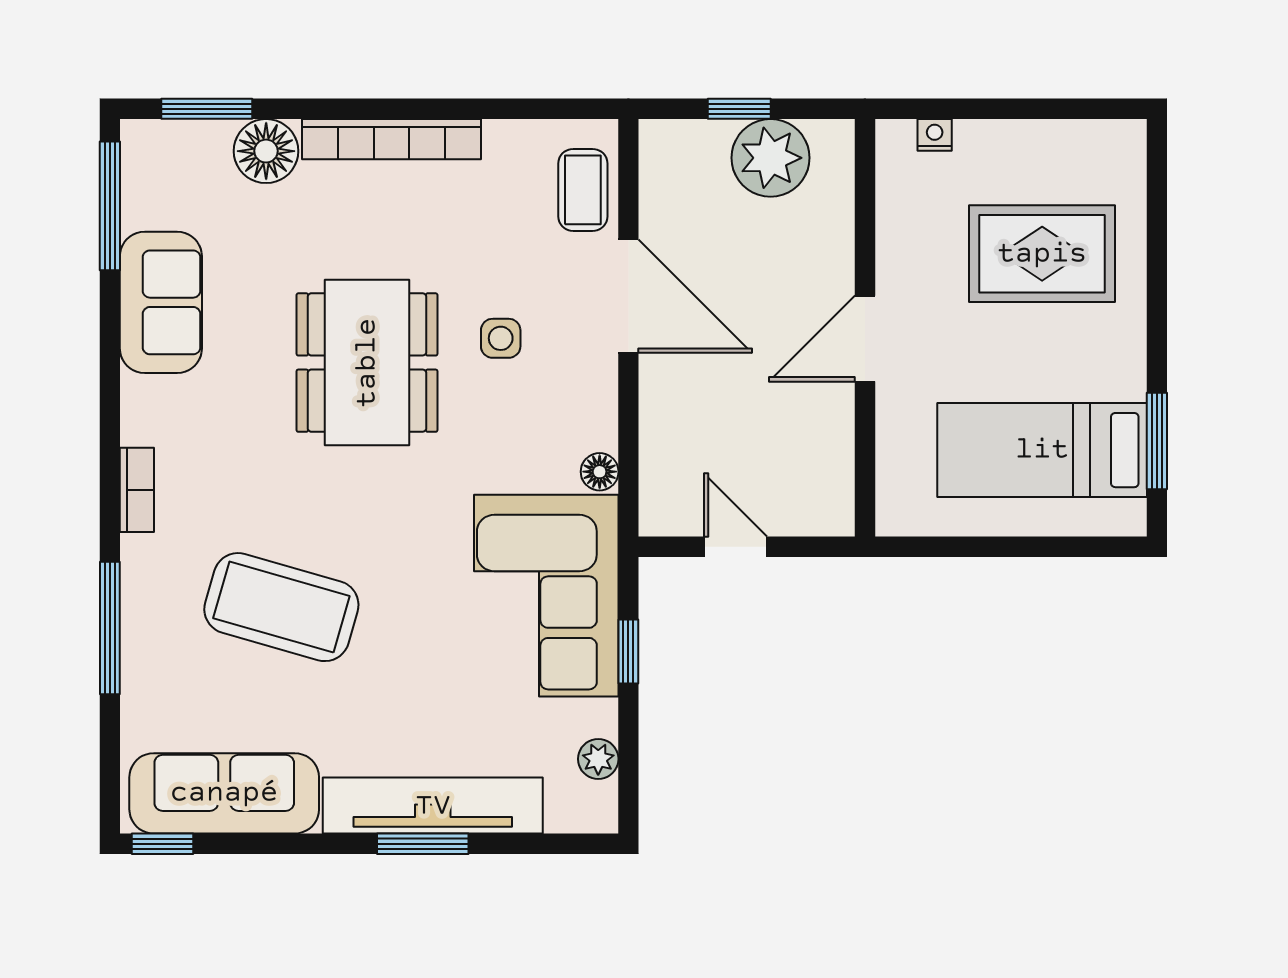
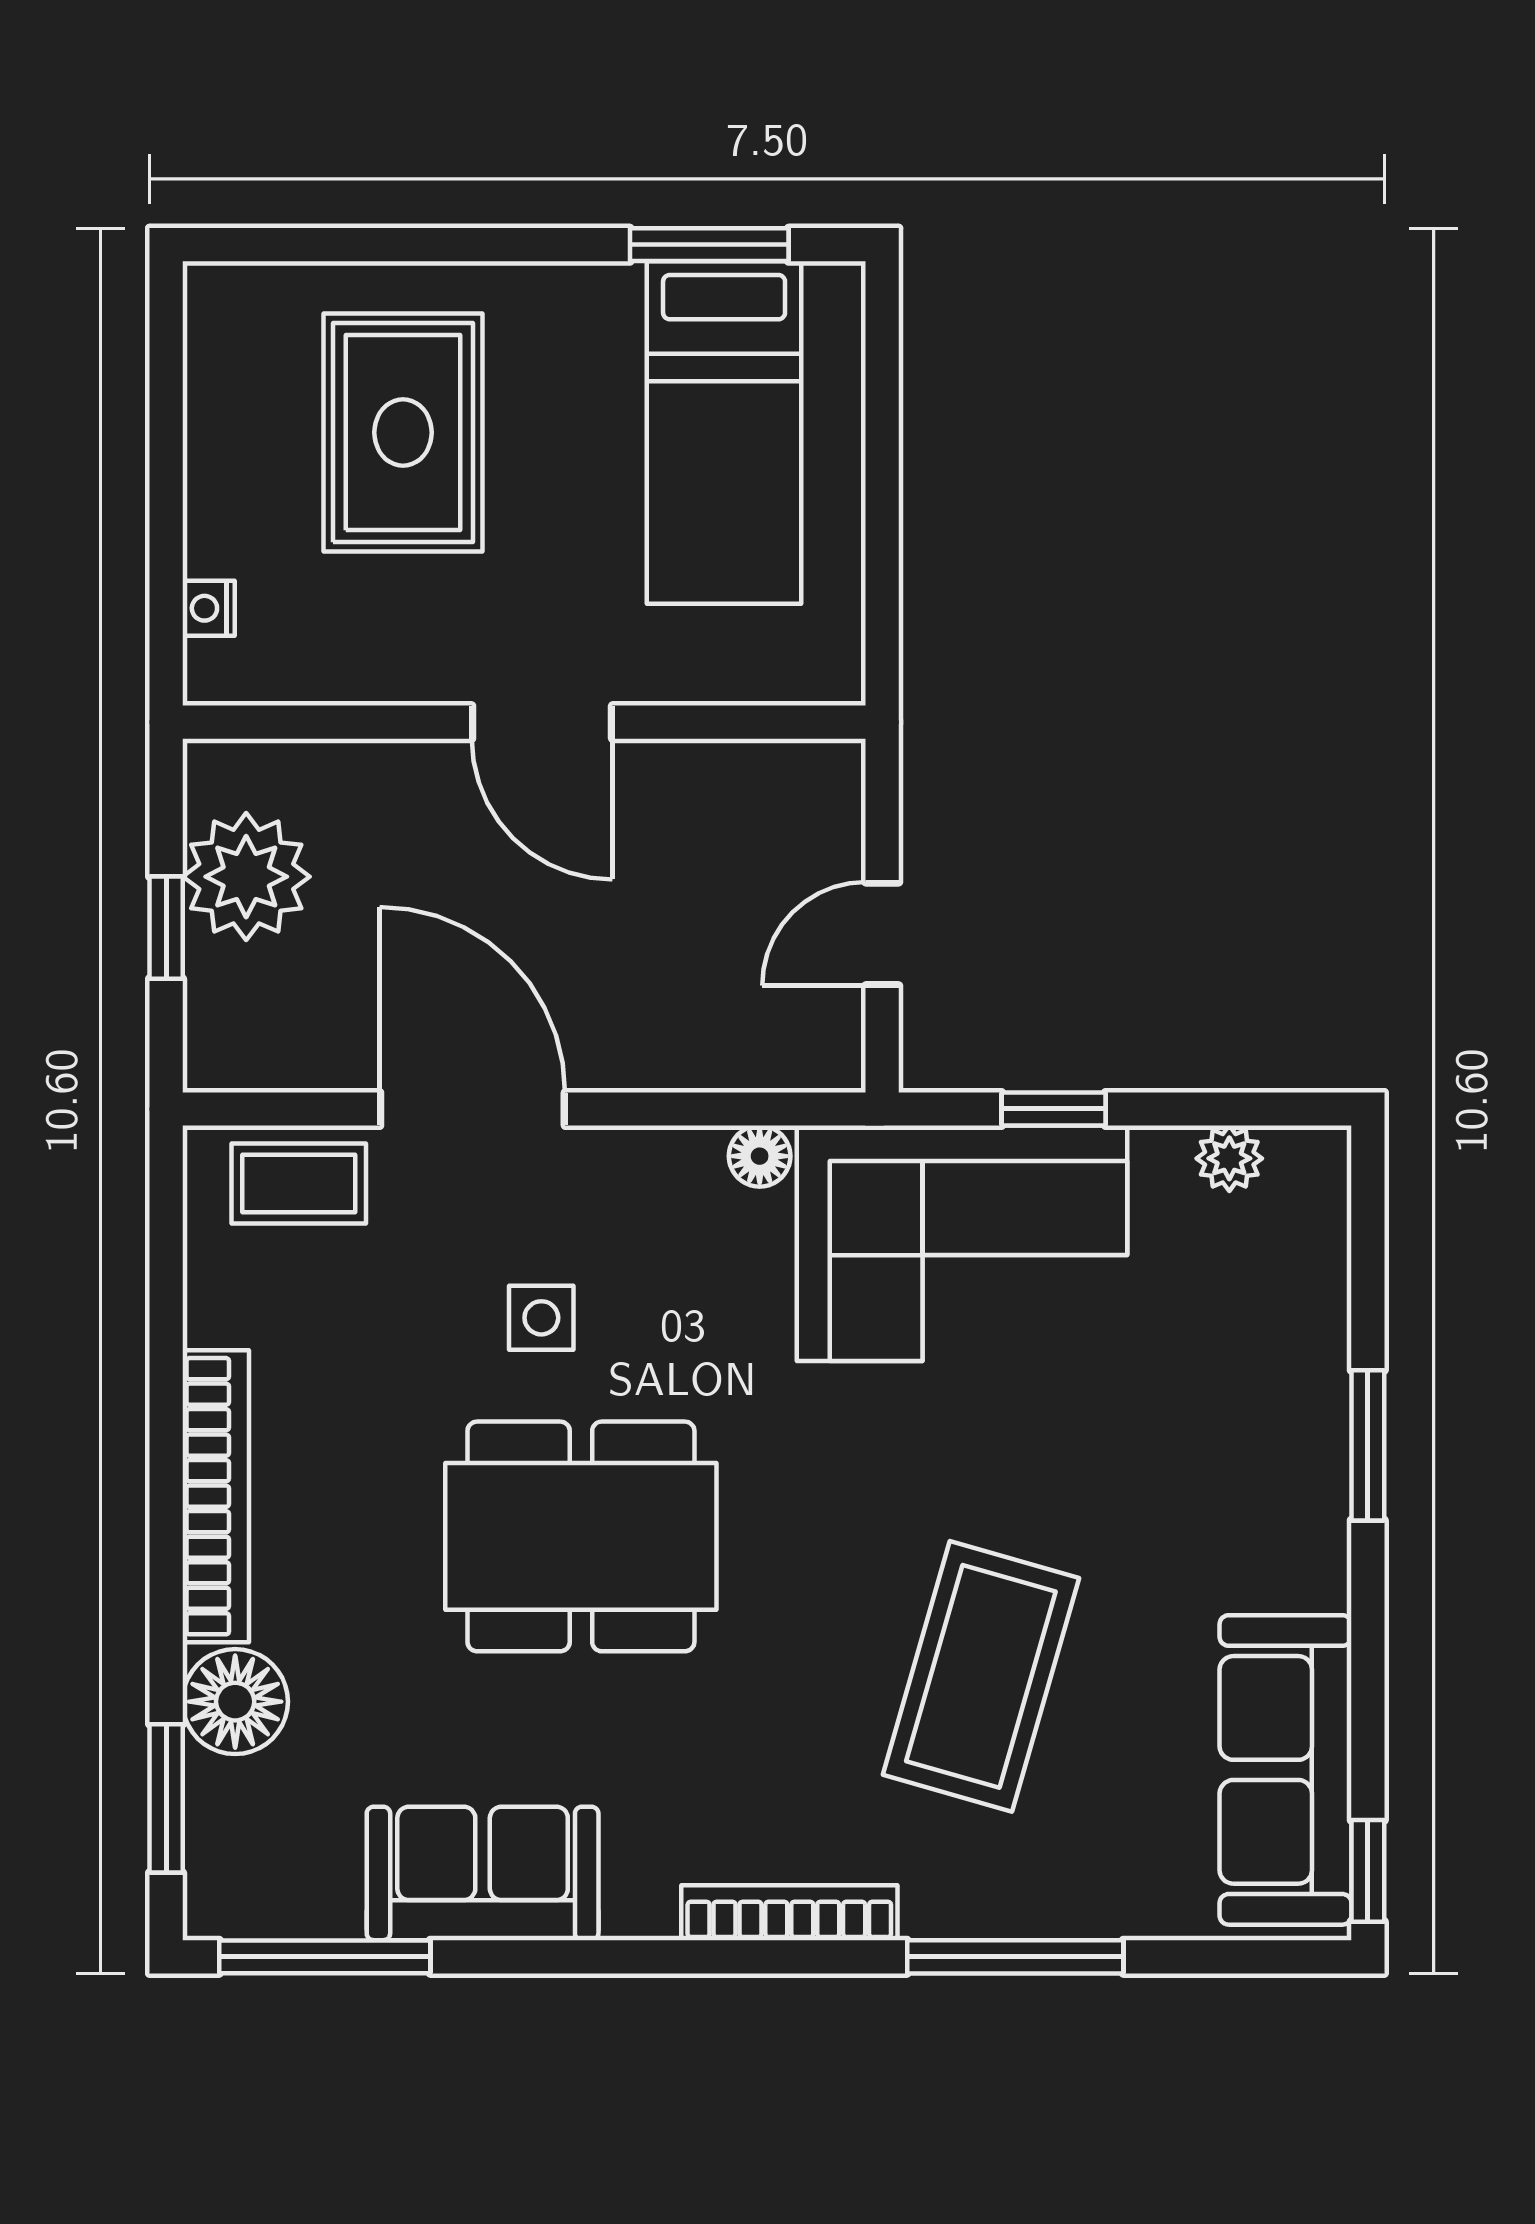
door: (628, 296) -> (472, 1109), hinge flipped
bookcase: (137, 490) -> (789, 1913), width x1.56
tv unit: (433, 806) -> (1305, 1429), removed

